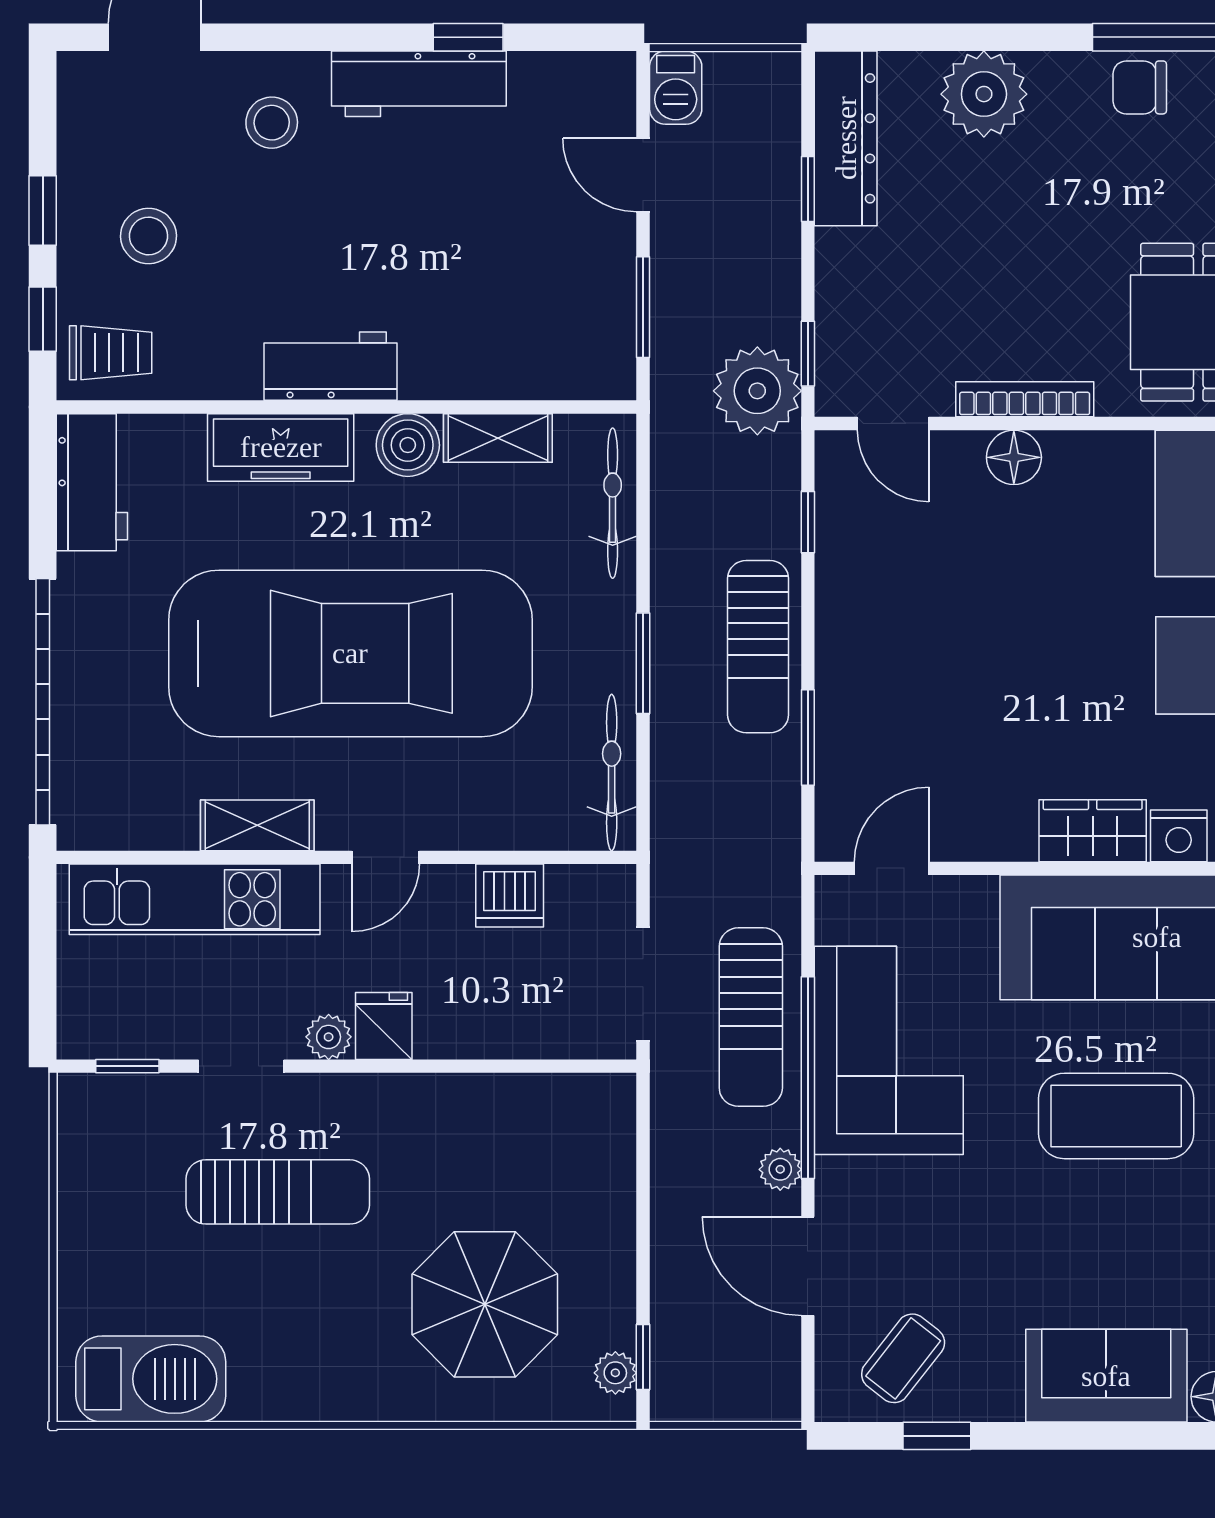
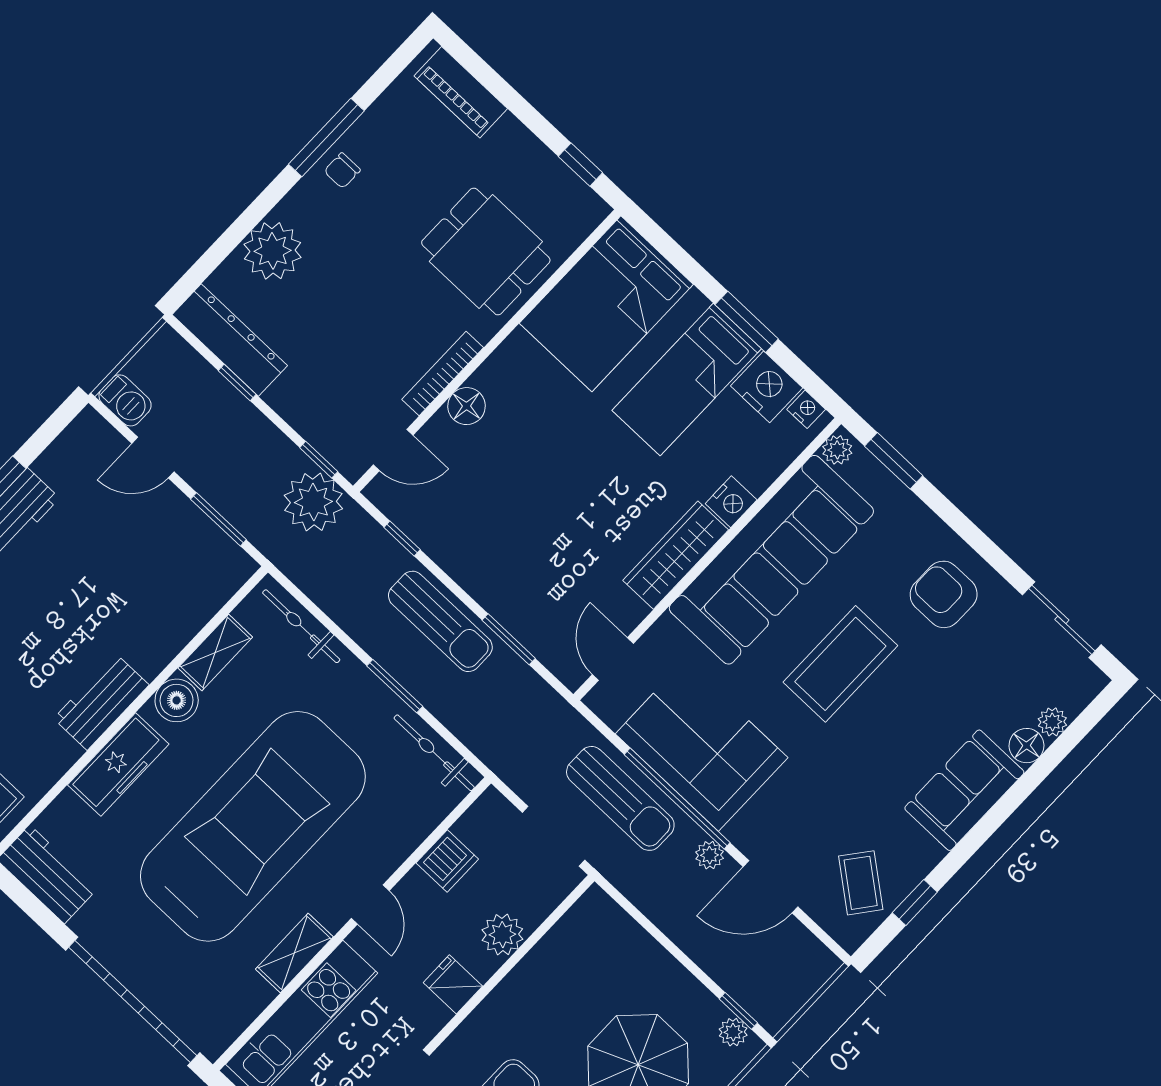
chair: (1140, 87) -> (342, 171), width x0.73, depth x0.73
wardrobe: (1093, 831) -> (676, 555), width x1.50
plant: (329, 1037) -> (502, 935), moved, width x1.38, depth x1.38

